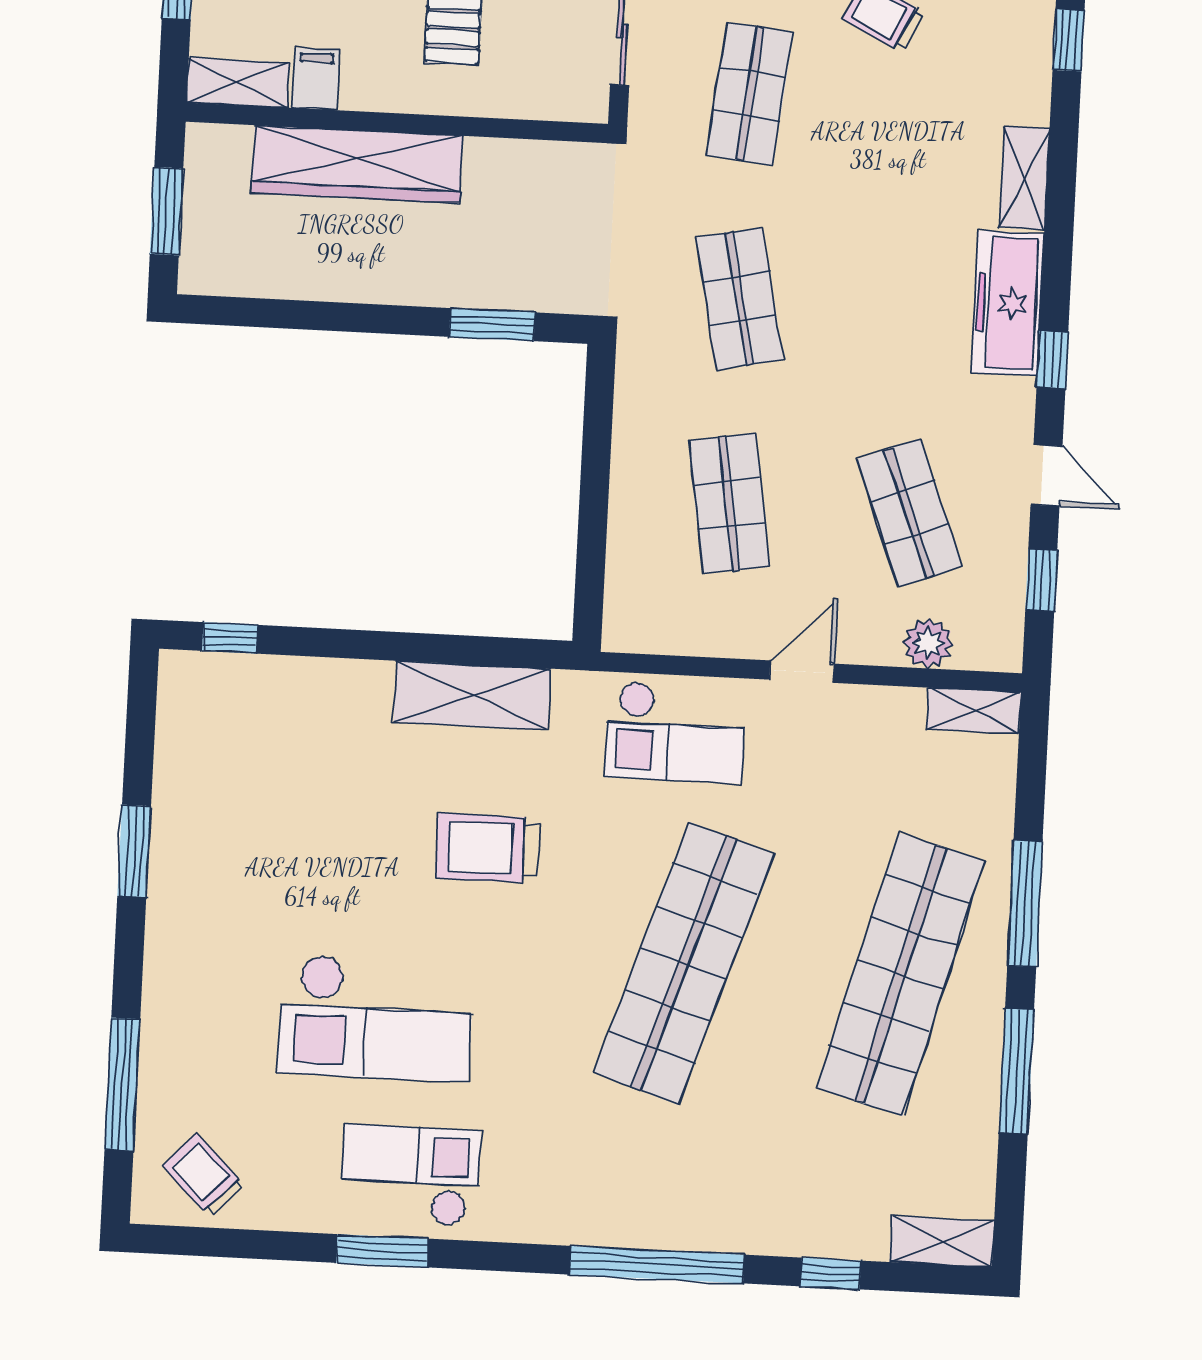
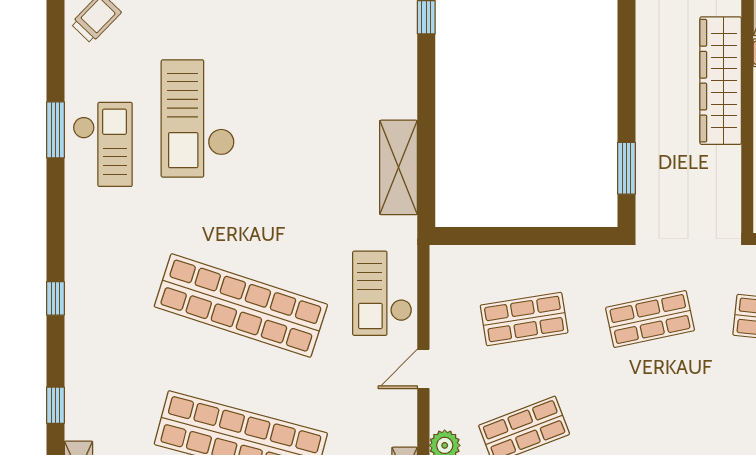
door: (802, 672) -> (423, 369), swing flipped
trolley: (487, 848) -> (305, 182), removed
window: (657, 1265) -> (55, 298), width x0.32

